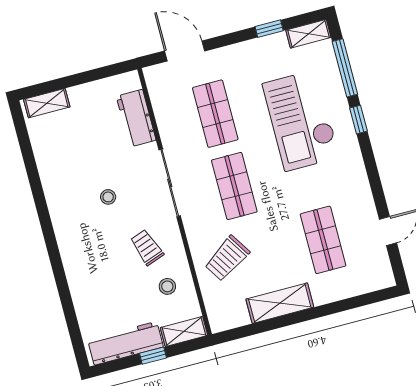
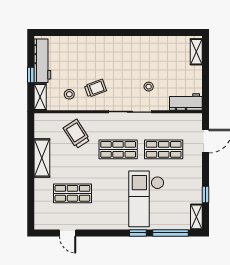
workbench: (136, 118) -> (186, 102), moved
checkout: (301, 120) -> (146, 199), turned -90
stool: (108, 197) -> (149, 87), moved

